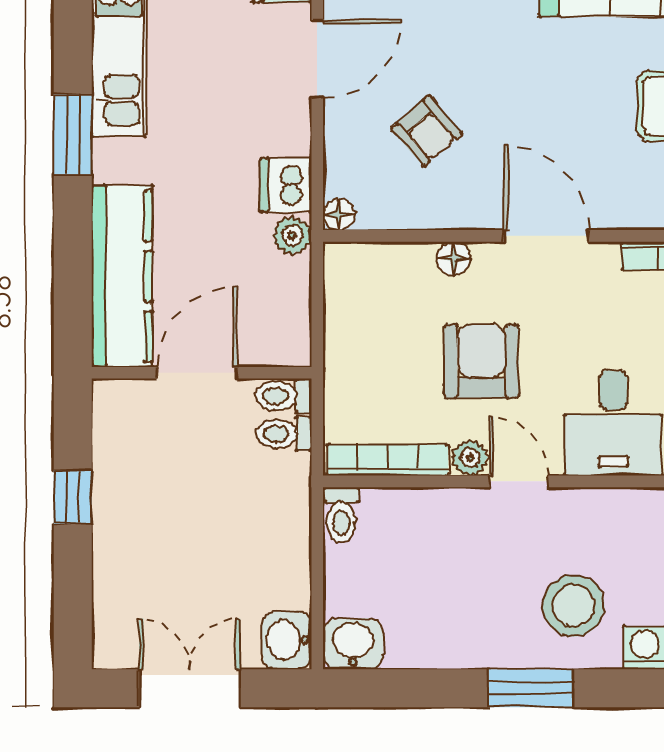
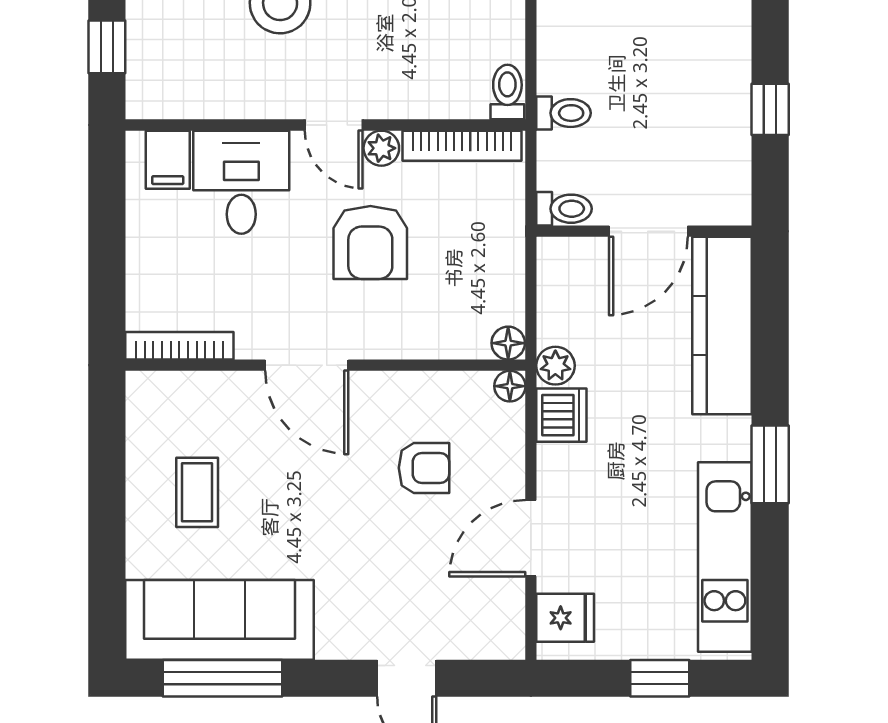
armchair: (427, 131) -> (424, 468), turned 131
floor lamp: (454, 258) -> (508, 343), moved
toilet: (284, 434) -> (564, 113), moved

